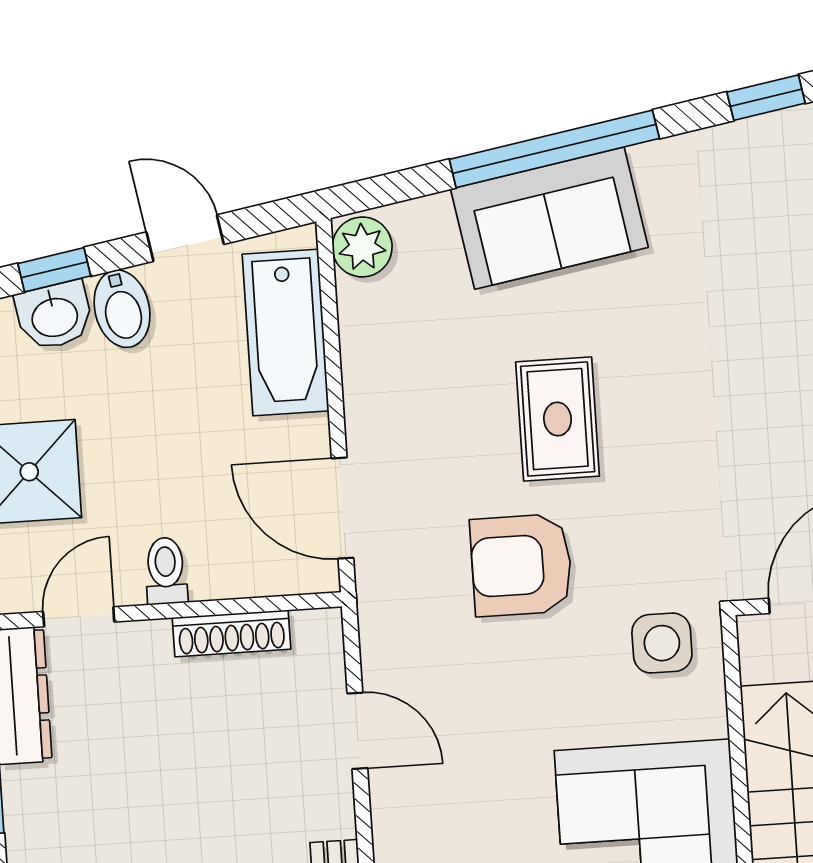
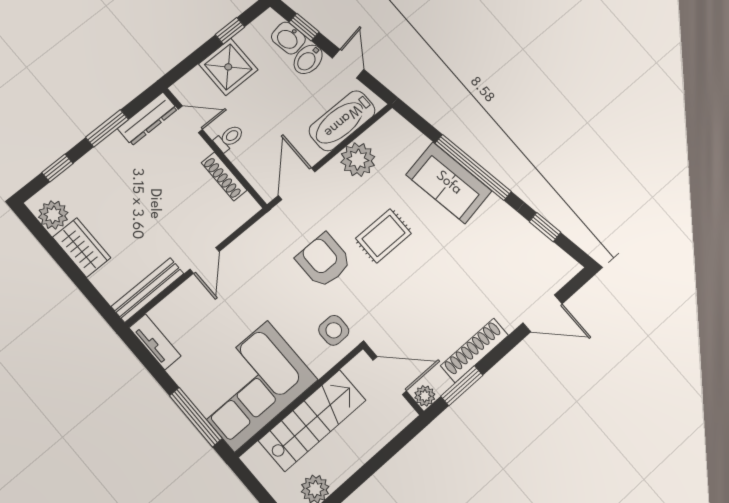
plant: (362, 247) -> (358, 160), moved, width x1.36, depth x1.36
door: (357, 731) -> (205, 260), moved

